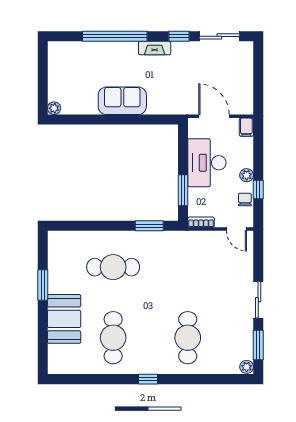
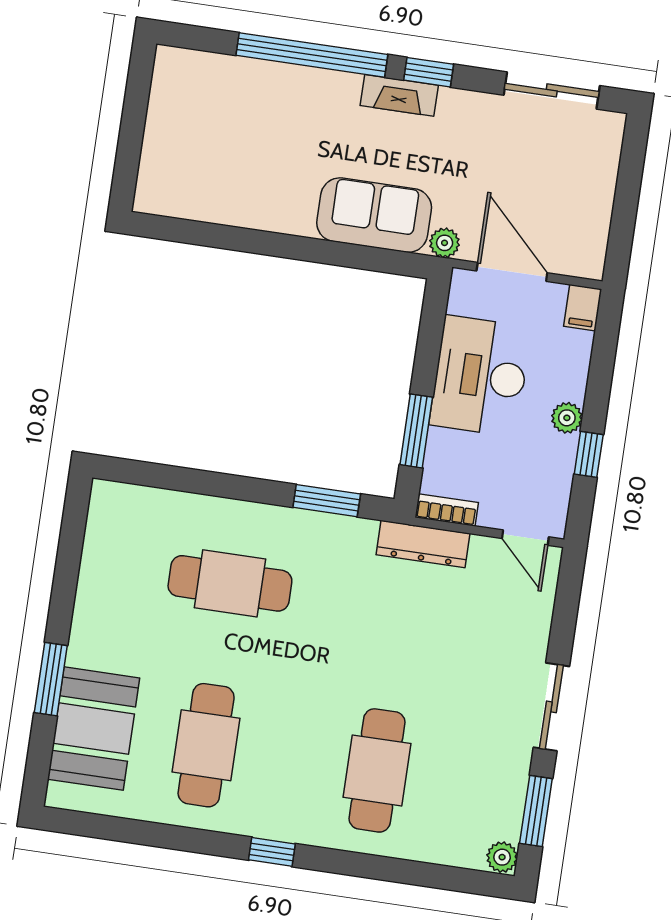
window: (179, 36) -> (429, 72), moved
sofa: (122, 101) -> (374, 215), moved
plant: (54, 108) -> (445, 243), moved
chair: (245, 199) -> (555, 473), removed
dresser: (193, 238) -> (423, 544), added
window: (43, 285) -> (51, 679), moved
booth: (64, 319) -> (94, 729), moved

